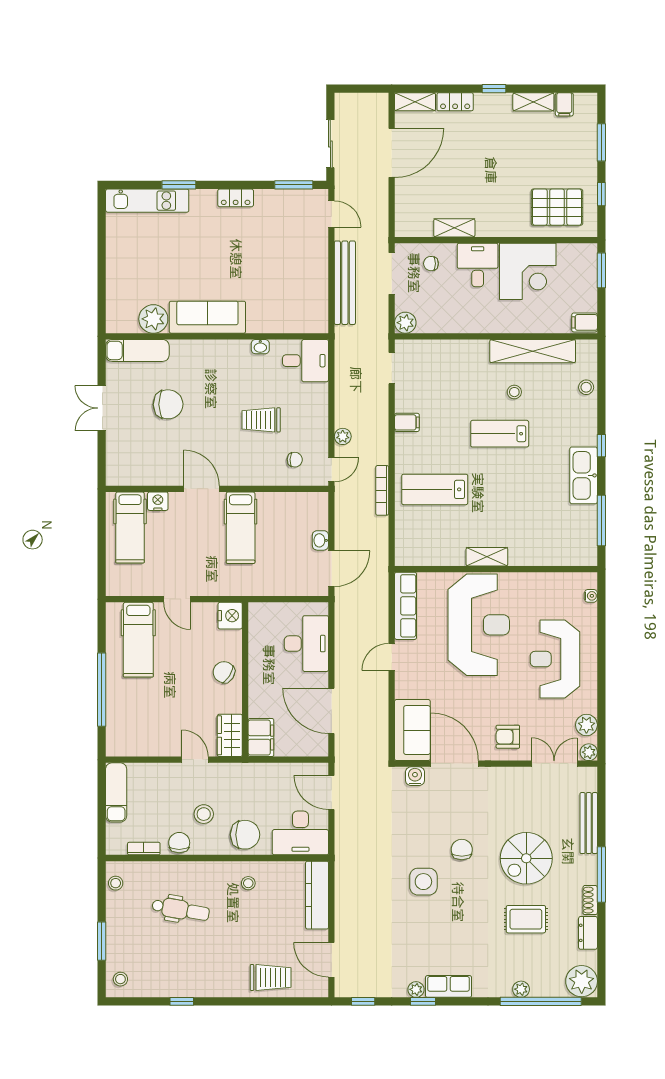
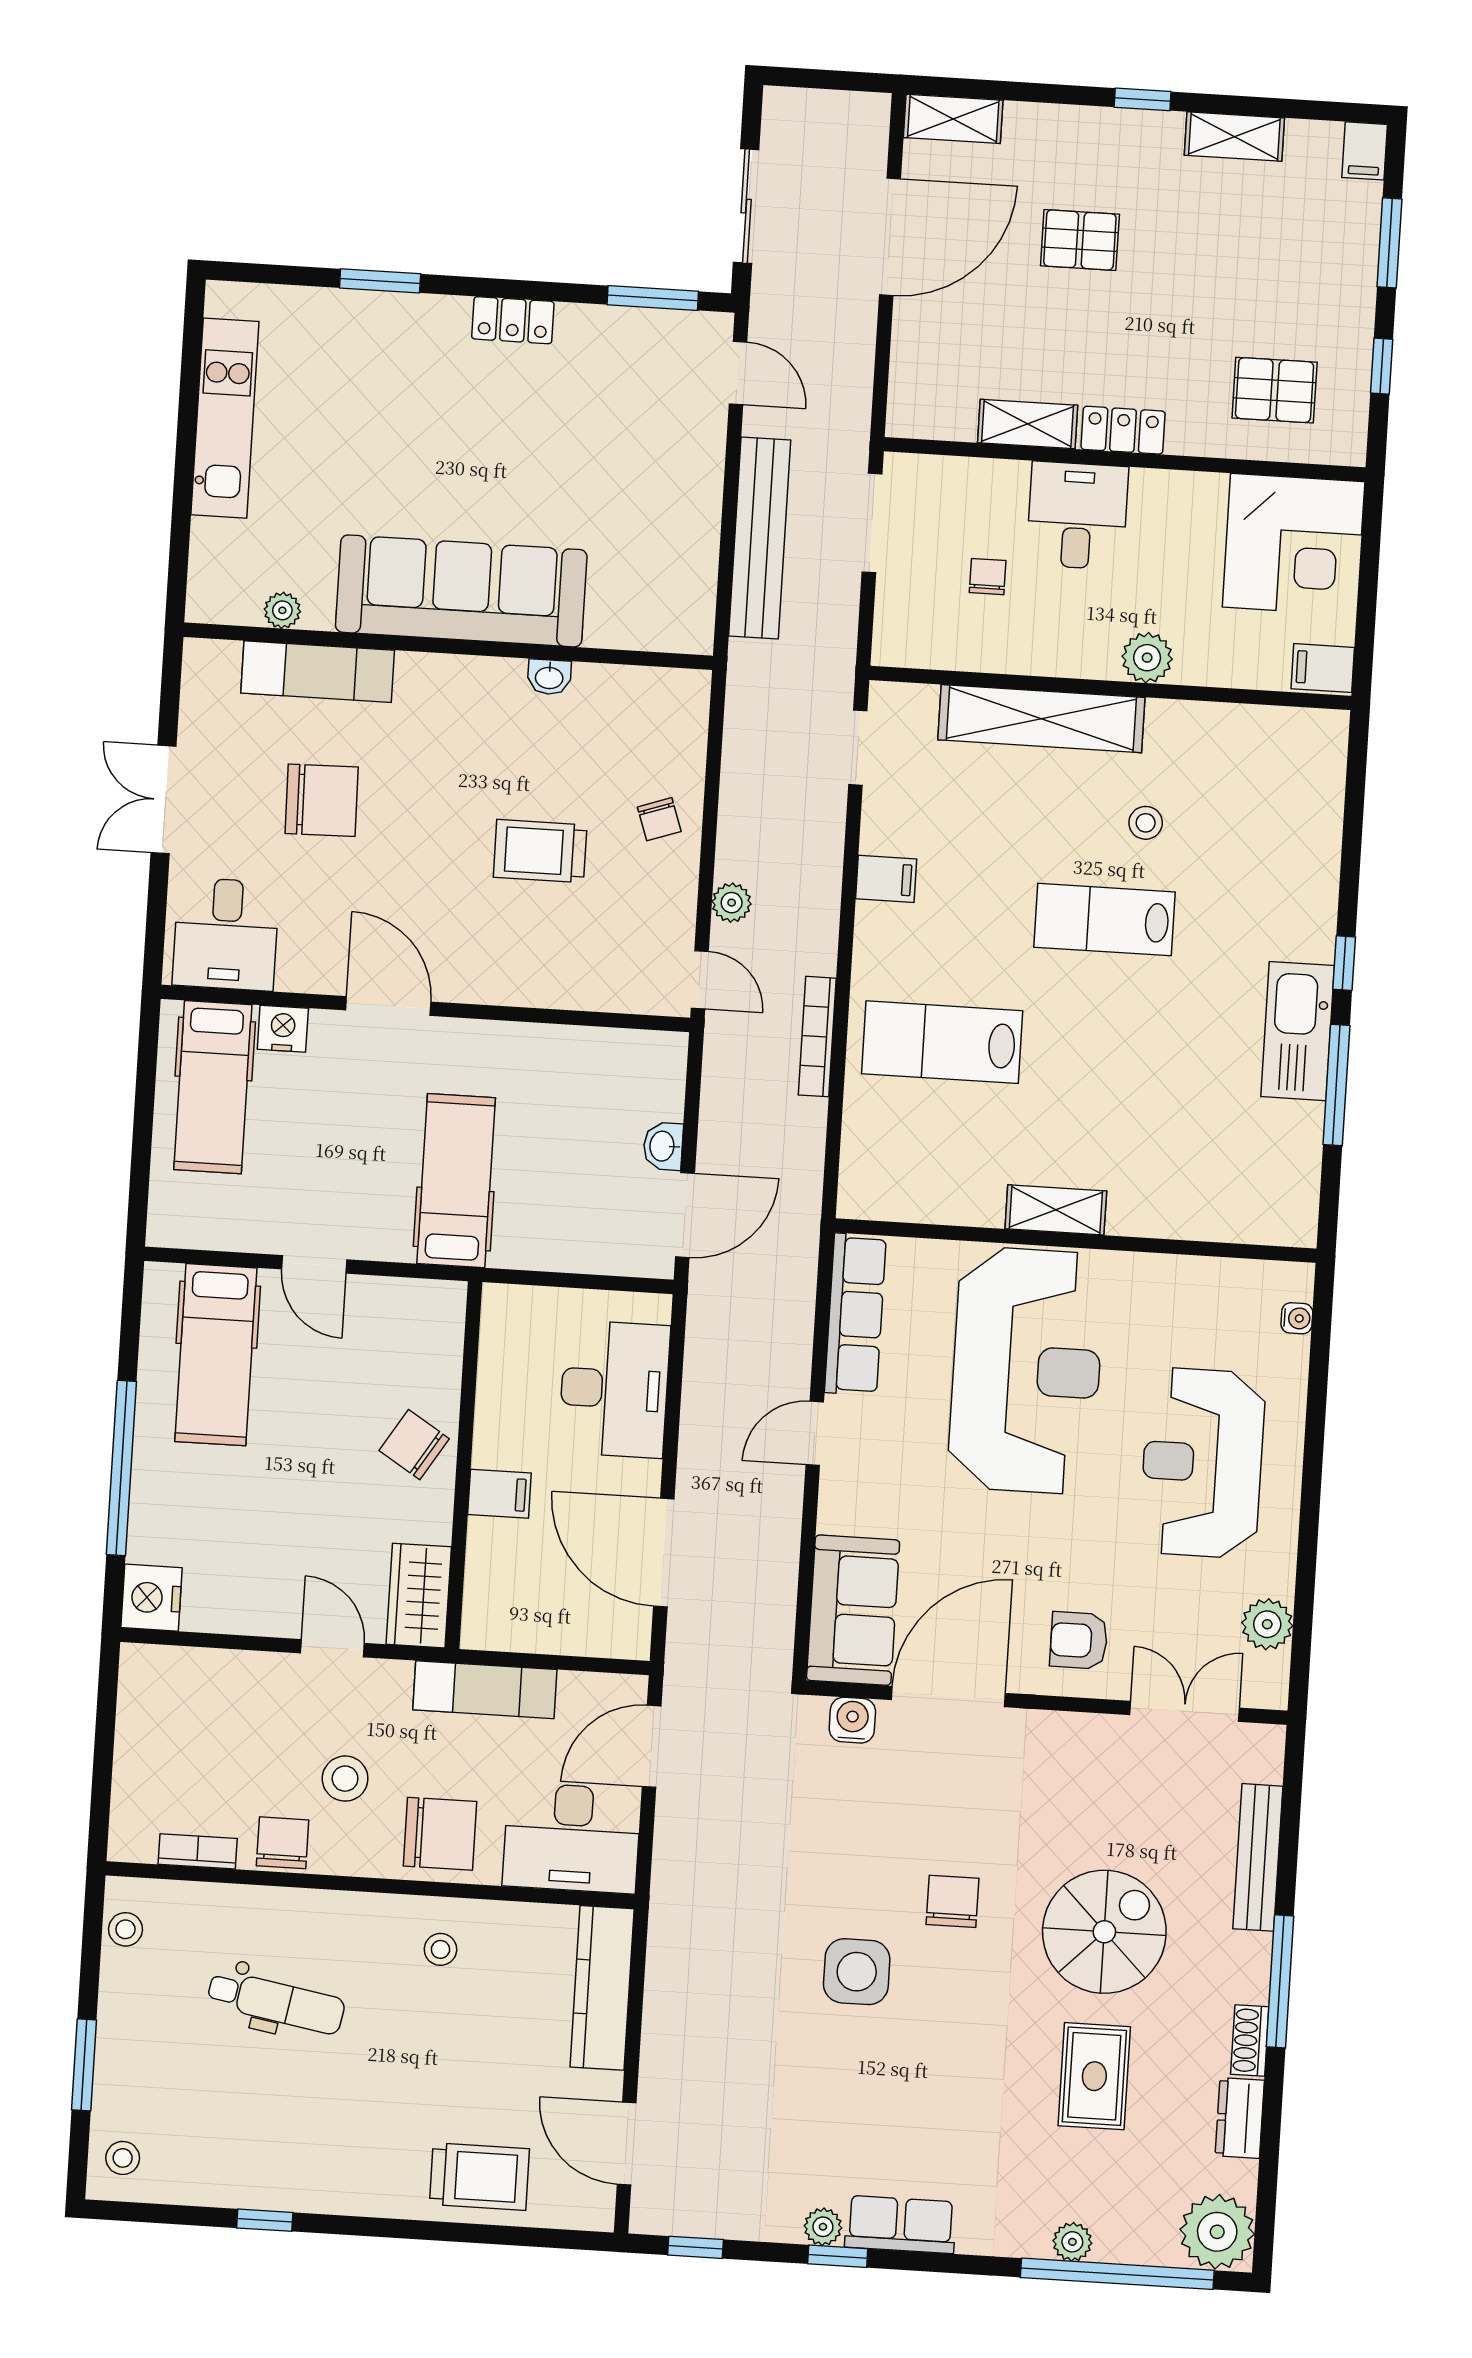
locker: (455, 102) -> (1123, 430), moved, turned 180
filing cabinet: (564, 104) -> (1365, 151), moved
pallet: (471, 149) -> (1080, 240), added
kitchen unit: (147, 201) -> (225, 418), moved, turned -90
pallet: (557, 207) -> (1275, 390), width x0.67, depth x0.71
chair: (431, 264) -> (988, 577), moved, turned 90
window: (601, 270) -> (1370, 547), removed
corner desk: (528, 271) -> (1294, 544), moved
sofa: (207, 317) -> (461, 591), width x1.36, depth x1.27
plant: (153, 319) -> (282, 610), width x0.53, depth x0.53
plant: (405, 323) -> (1147, 658), moved
exam couch: (137, 350) -> (318, 672), moved
shelving: (533, 351) -> (1041, 719), moved
desk: (306, 361) -> (226, 934), moved, turned 90
stool: (586, 387) -> (1317, 822), removed
chair: (295, 460) -> (659, 819), moved, turned 69
door: (331, 470) -> (700, 980), hinge flipped
window: (601, 520) -> (1336, 1085), moved
hospital bed: (241, 528) -> (456, 1181), moved, turned 180
nightstand: (230, 616) -> (152, 1598), moved, turned 180
filing cabinet: (261, 738) -> (499, 1494), moved, width x0.50
plant: (589, 752) -> (1269, 1689), removed
door: (455, 764) -> (948, 1696), hinge flipped
exam couch: (116, 792) -> (485, 1690), moved, turned 90
door: (331, 792) -> (652, 1746), hinge flipped
spiral stairs: (526, 858) -> (1104, 1932), turned 180
rug: (526, 919) -> (1094, 2076), turned 90

